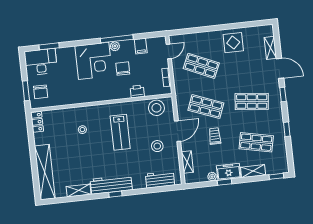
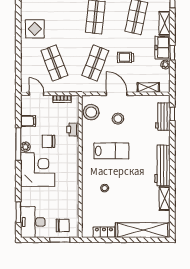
shop shelf: (201, 66) -> (54, 63), turned -45
locker: (37, 122) -> (104, 232), moved
stool: (157, 146) -> (118, 119), moved
window: (115, 194) -> (172, 114), moved

